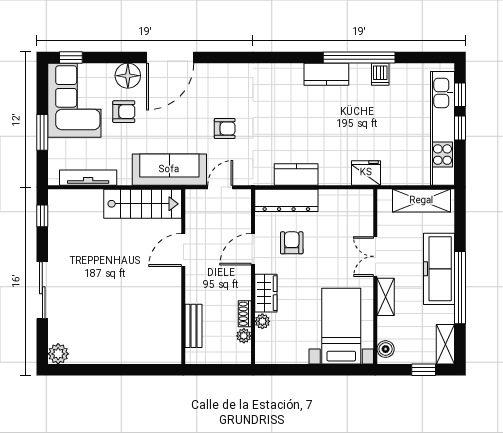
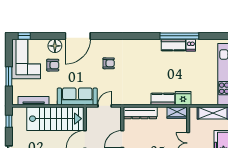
kitchen counter: (326, 74) -> (173, 45), moved
armchair: (225, 128) -> (109, 63), moved
kitchen counter: (296, 175) -> (163, 99), moved
wardrobe: (355, 200) -> (177, 113), added
stairs: (143, 204) -> (55, 119), width x1.36, depth x1.51
armchair: (292, 243) -> (143, 136), removed

